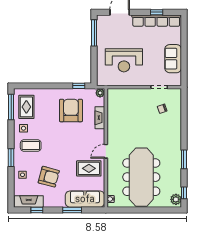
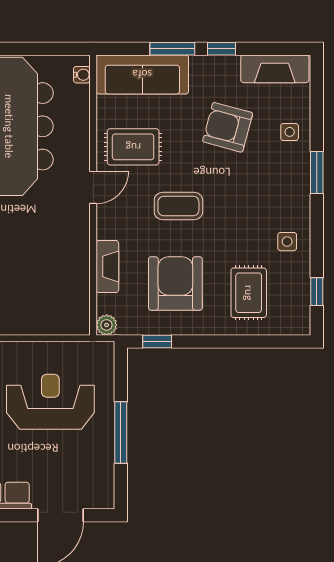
window: (94, 33) -> (121, 432), moved
window: (11, 107) -> (317, 292), width x0.46
rug: (26, 107) -> (249, 293), moved
armchair: (71, 110) -> (175, 283), turned 180
coffee table: (31, 146) -> (178, 206), moved
window: (37, 210) -> (221, 49), moved

